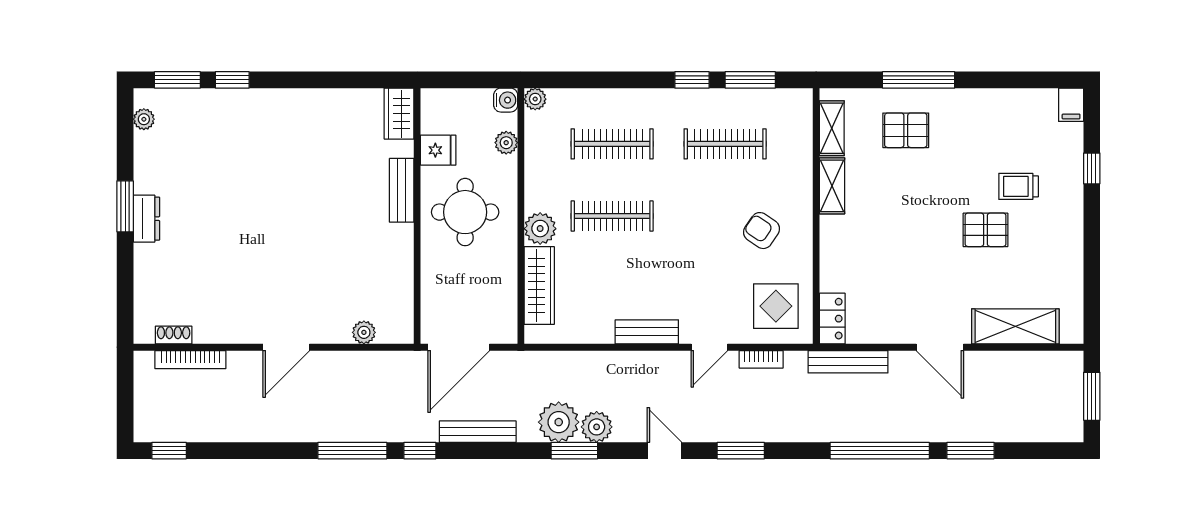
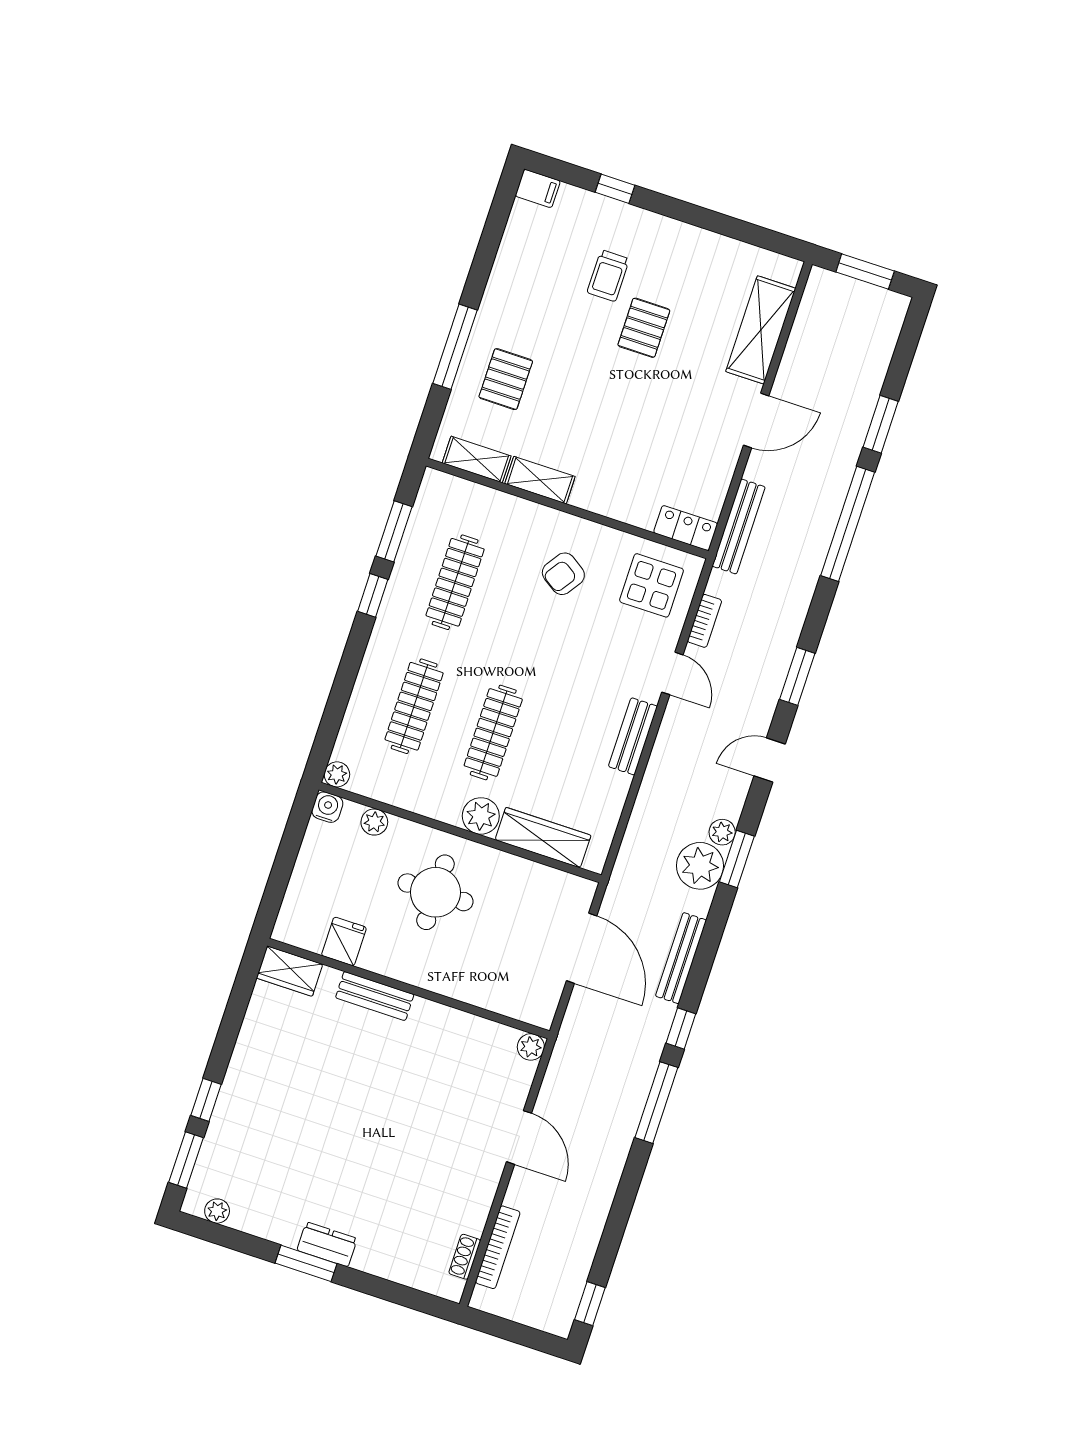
wardrobe: (399, 114) -> (290, 971), moved
fridge: (438, 150) -> (344, 941), moved
bench: (402, 190) -> (375, 996), moved
wall: (417, 216) -> (409, 988), moved
plant: (597, 427) -> (722, 832), width x0.73, depth x0.73

